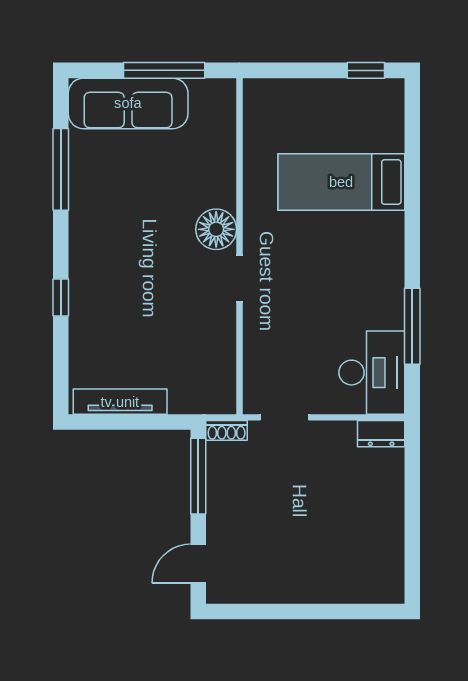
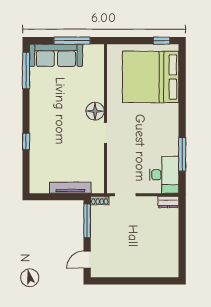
window: (61, 169) -> (26, 71), moved
bed: (341, 182) -> (151, 77), width x2.04
tv unit: (120, 402) -> (70, 188), moved

